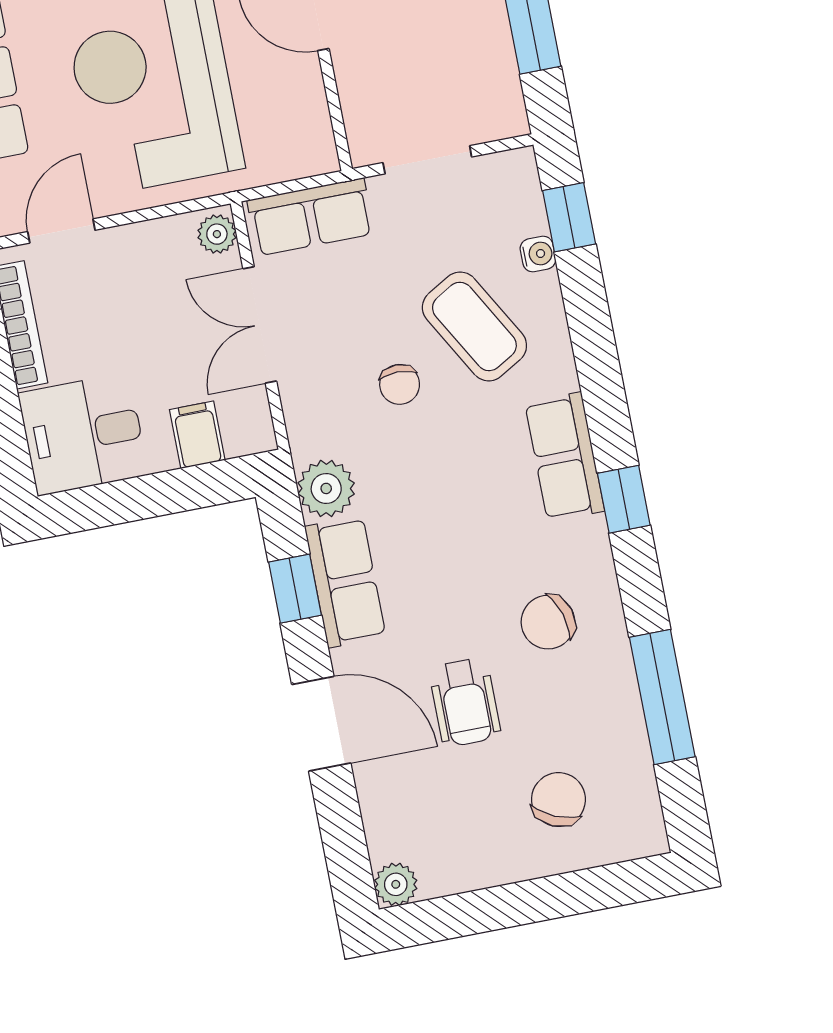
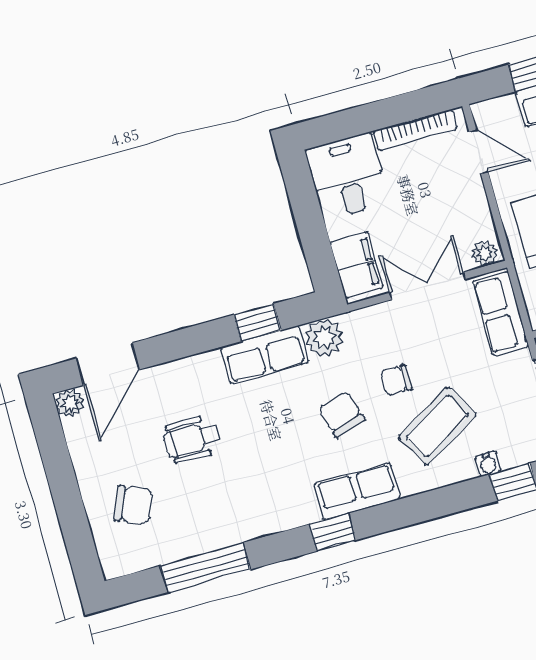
filing cabinet: (197, 435) -> (357, 265), width x2.00
chair: (548, 622) -> (341, 414), moved
door: (321, 724) -> (108, 364), moved

